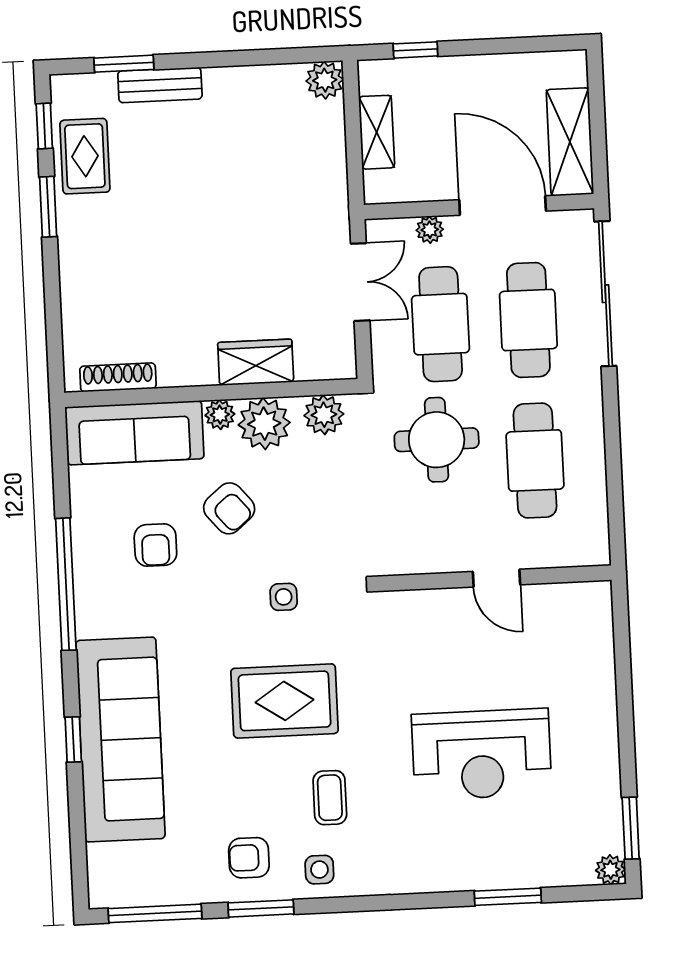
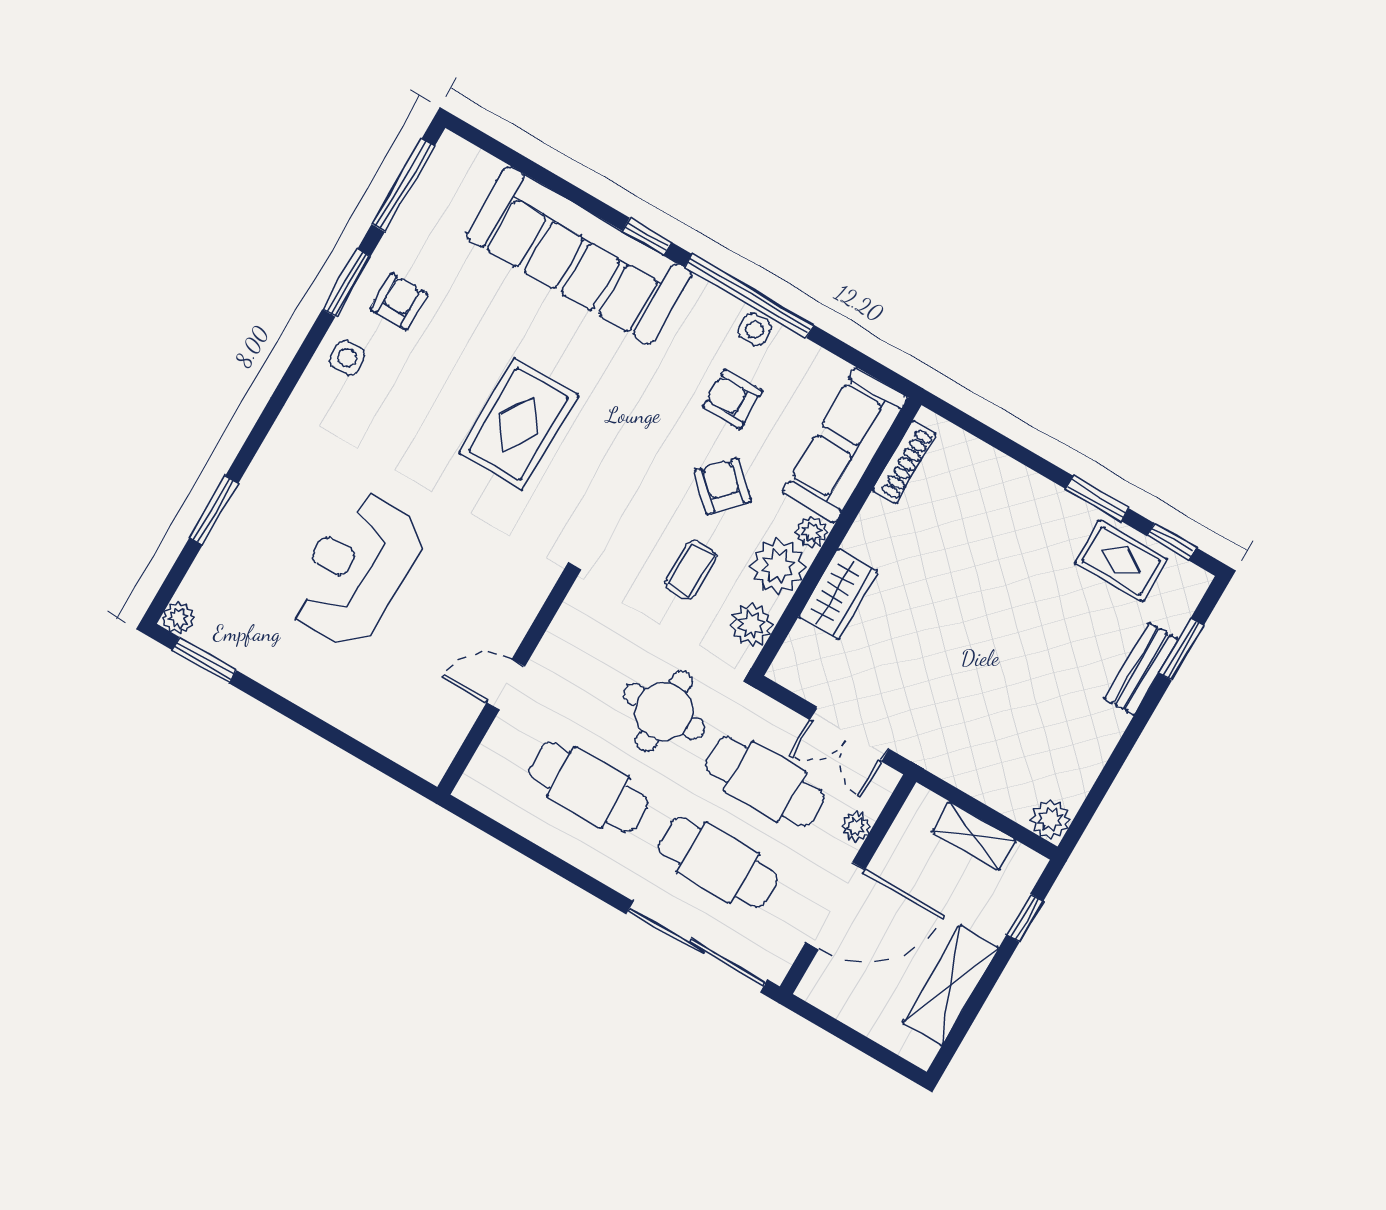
shelving: (570, 142) -> (951, 985), moved, turned 90
armchair: (229, 508) -> (723, 486), turned 83
side table: (284, 597) -> (755, 330), moved
window: (73, 739) -> (647, 236), moved
coffee table: (330, 798) -> (691, 570), moved, turned 90

